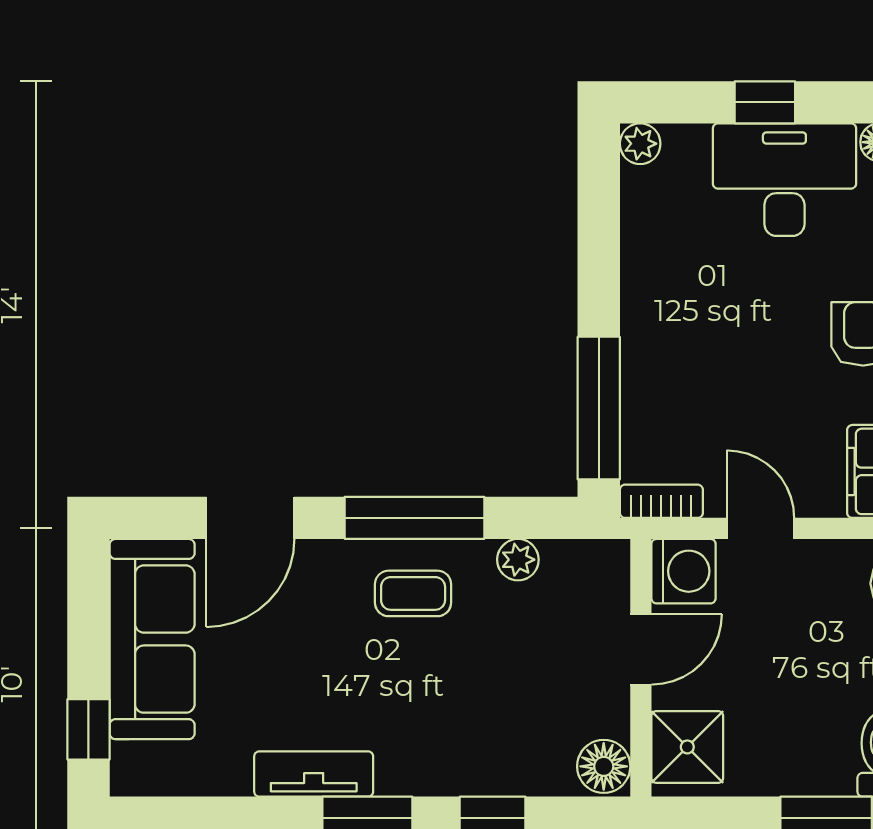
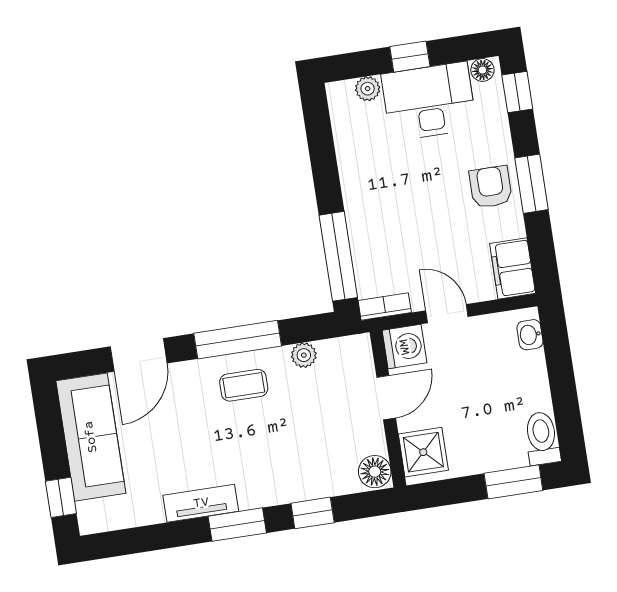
plant: (640, 144) -> (368, 89), moved

